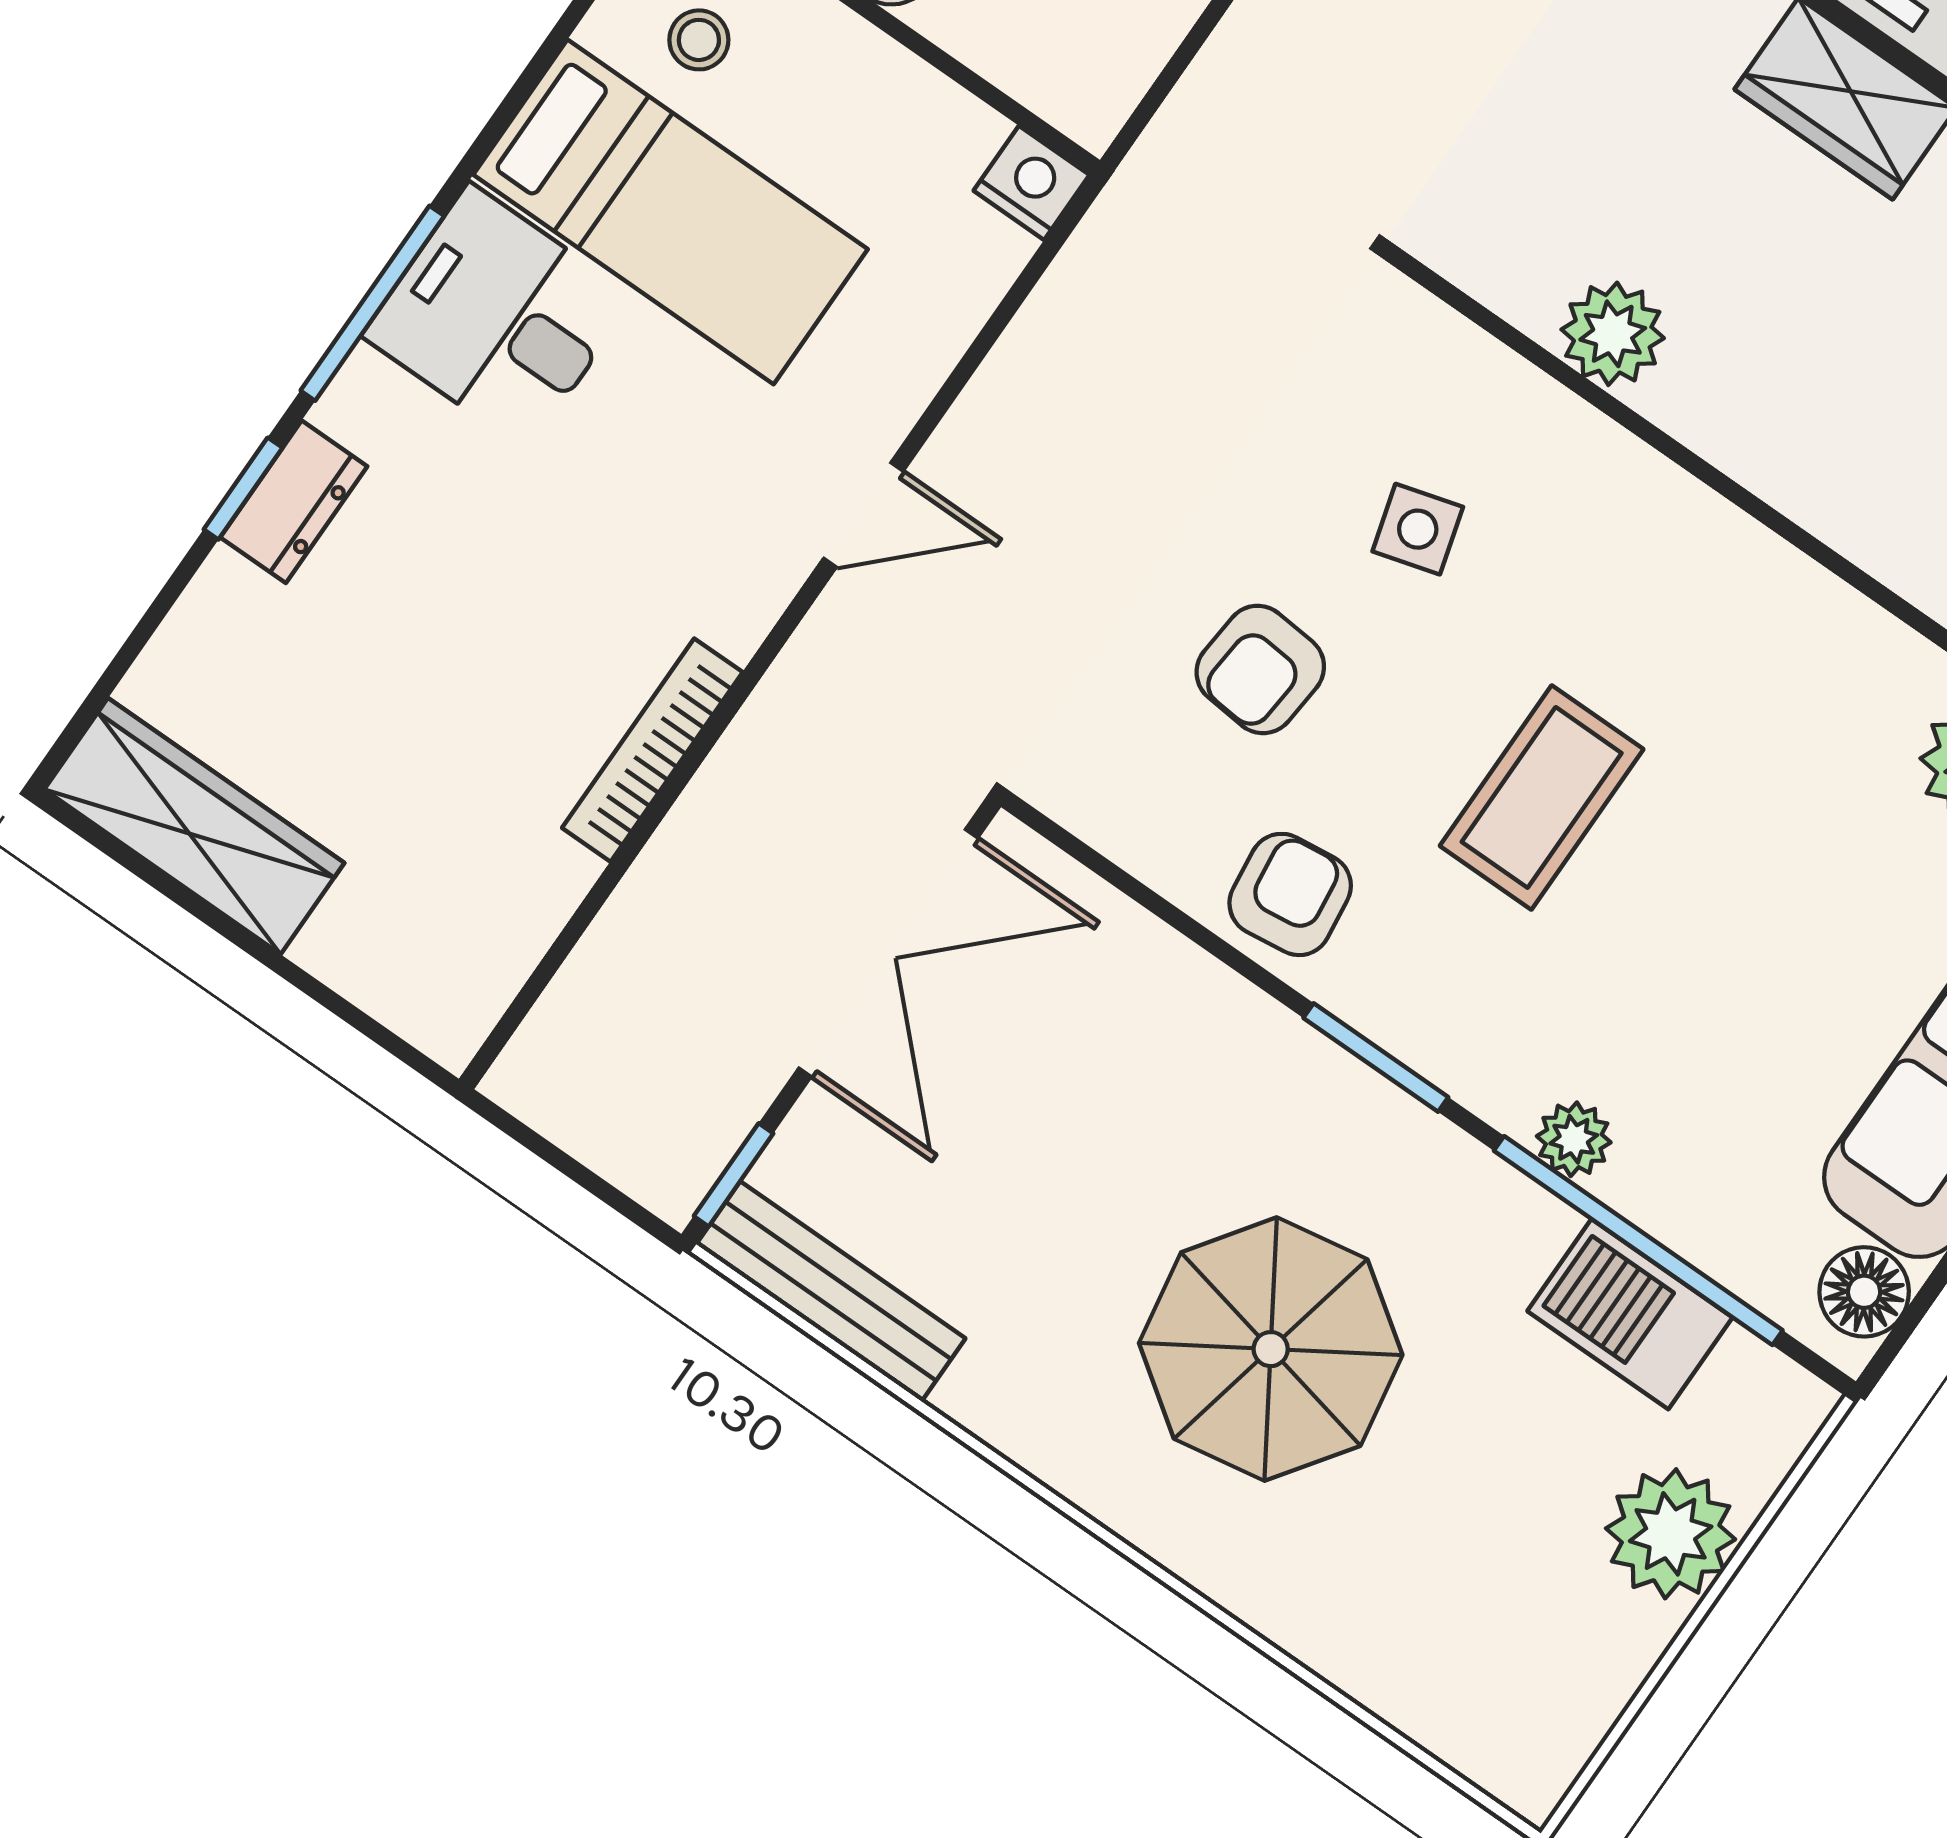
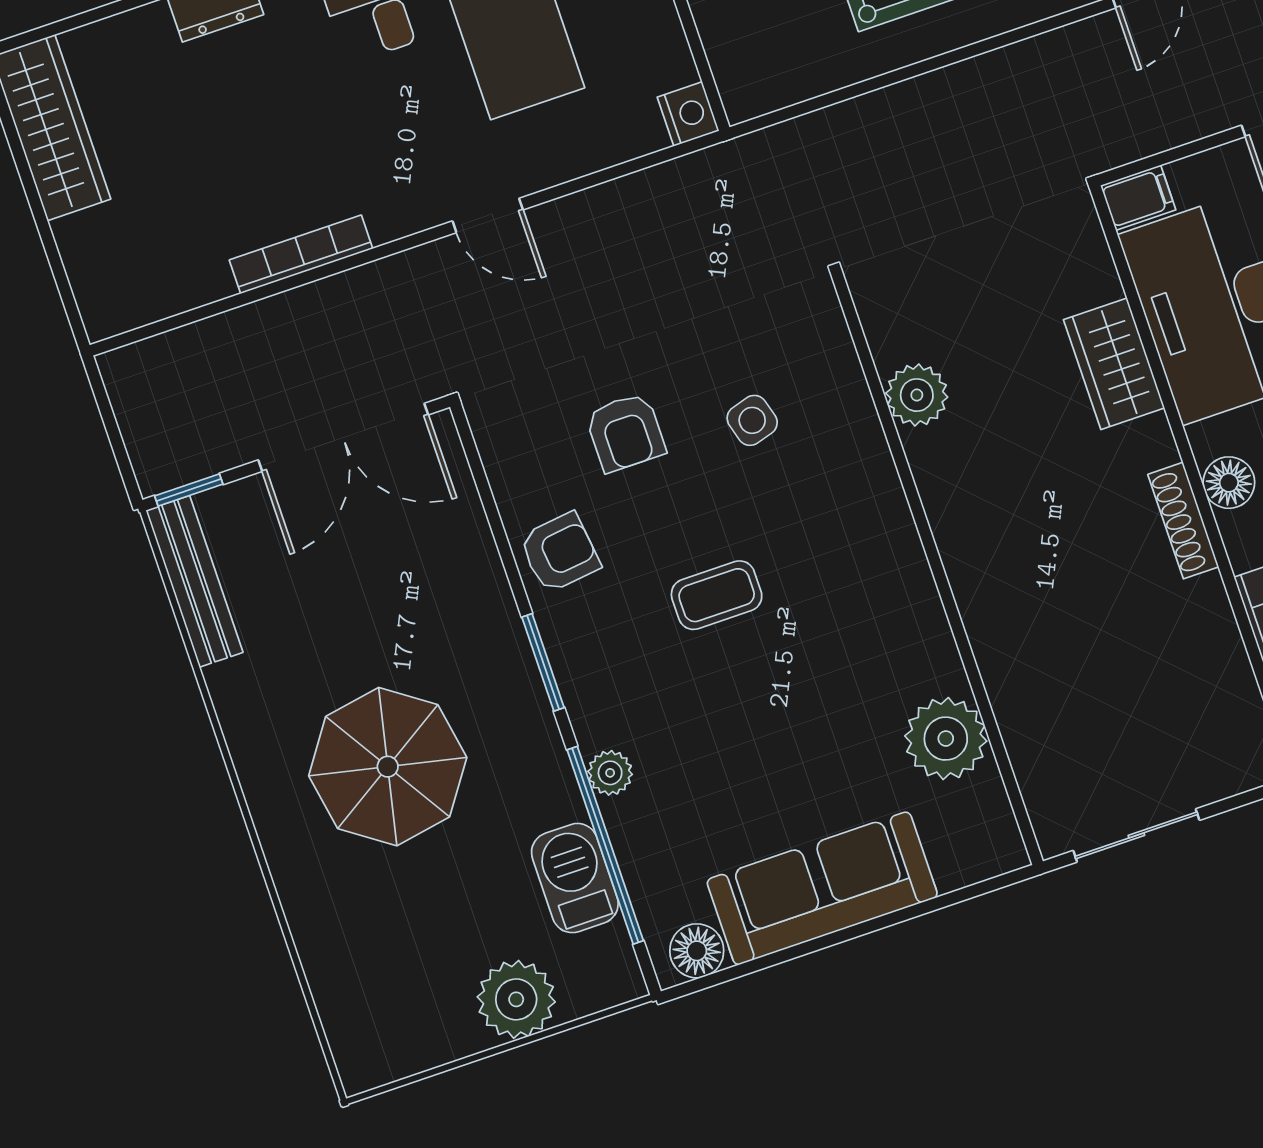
armchair: (1260, 669) -> (625, 432), turned -95
coffee table: (1542, 797) -> (717, 595), width x0.73, depth x0.77

